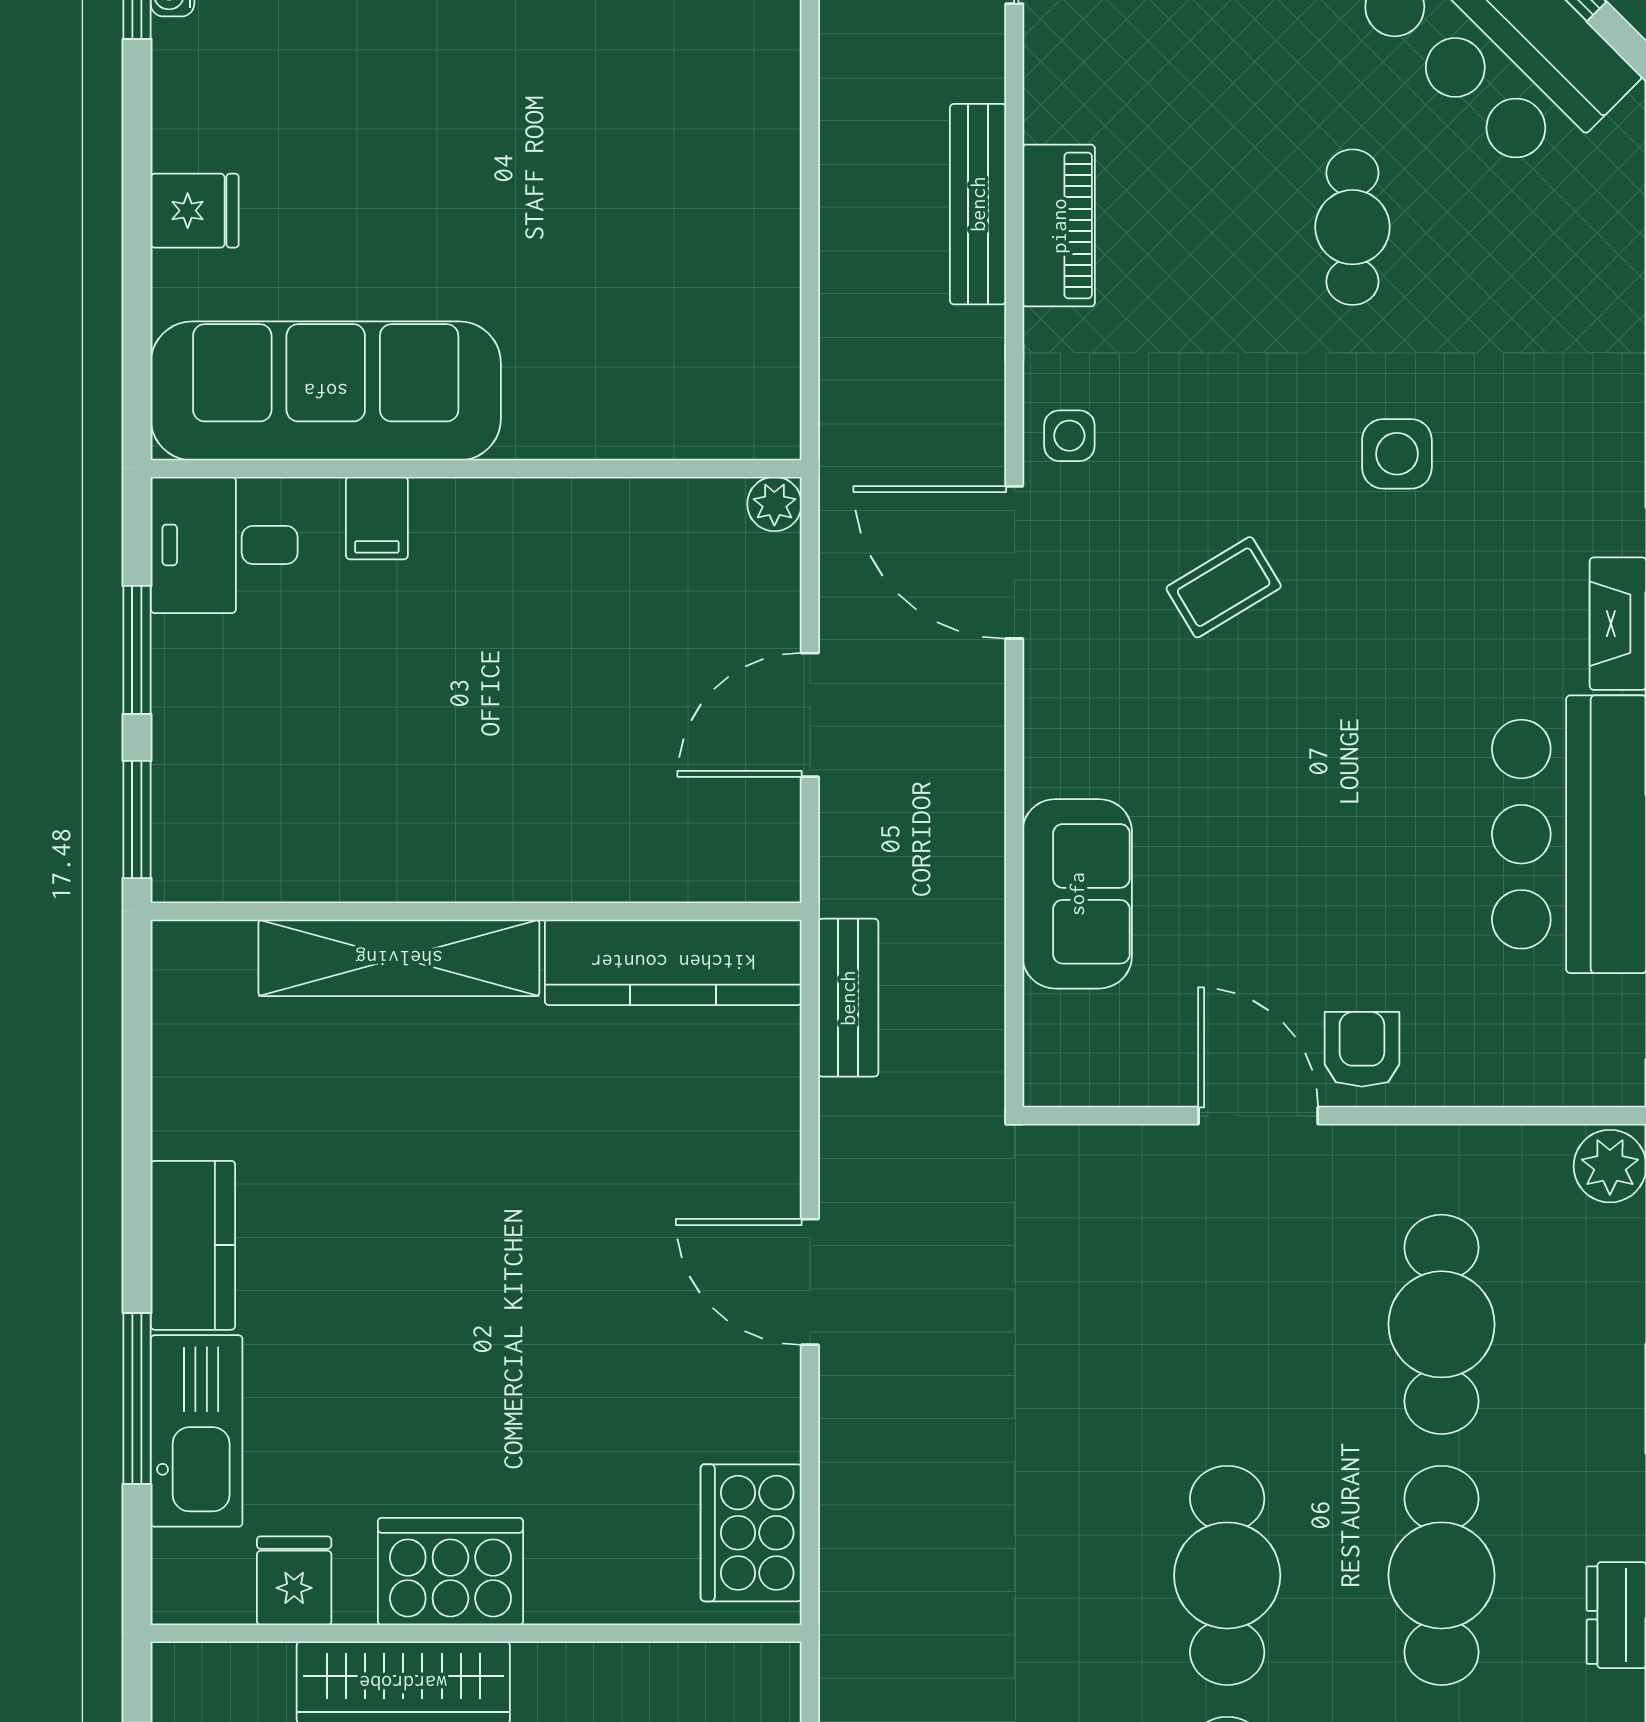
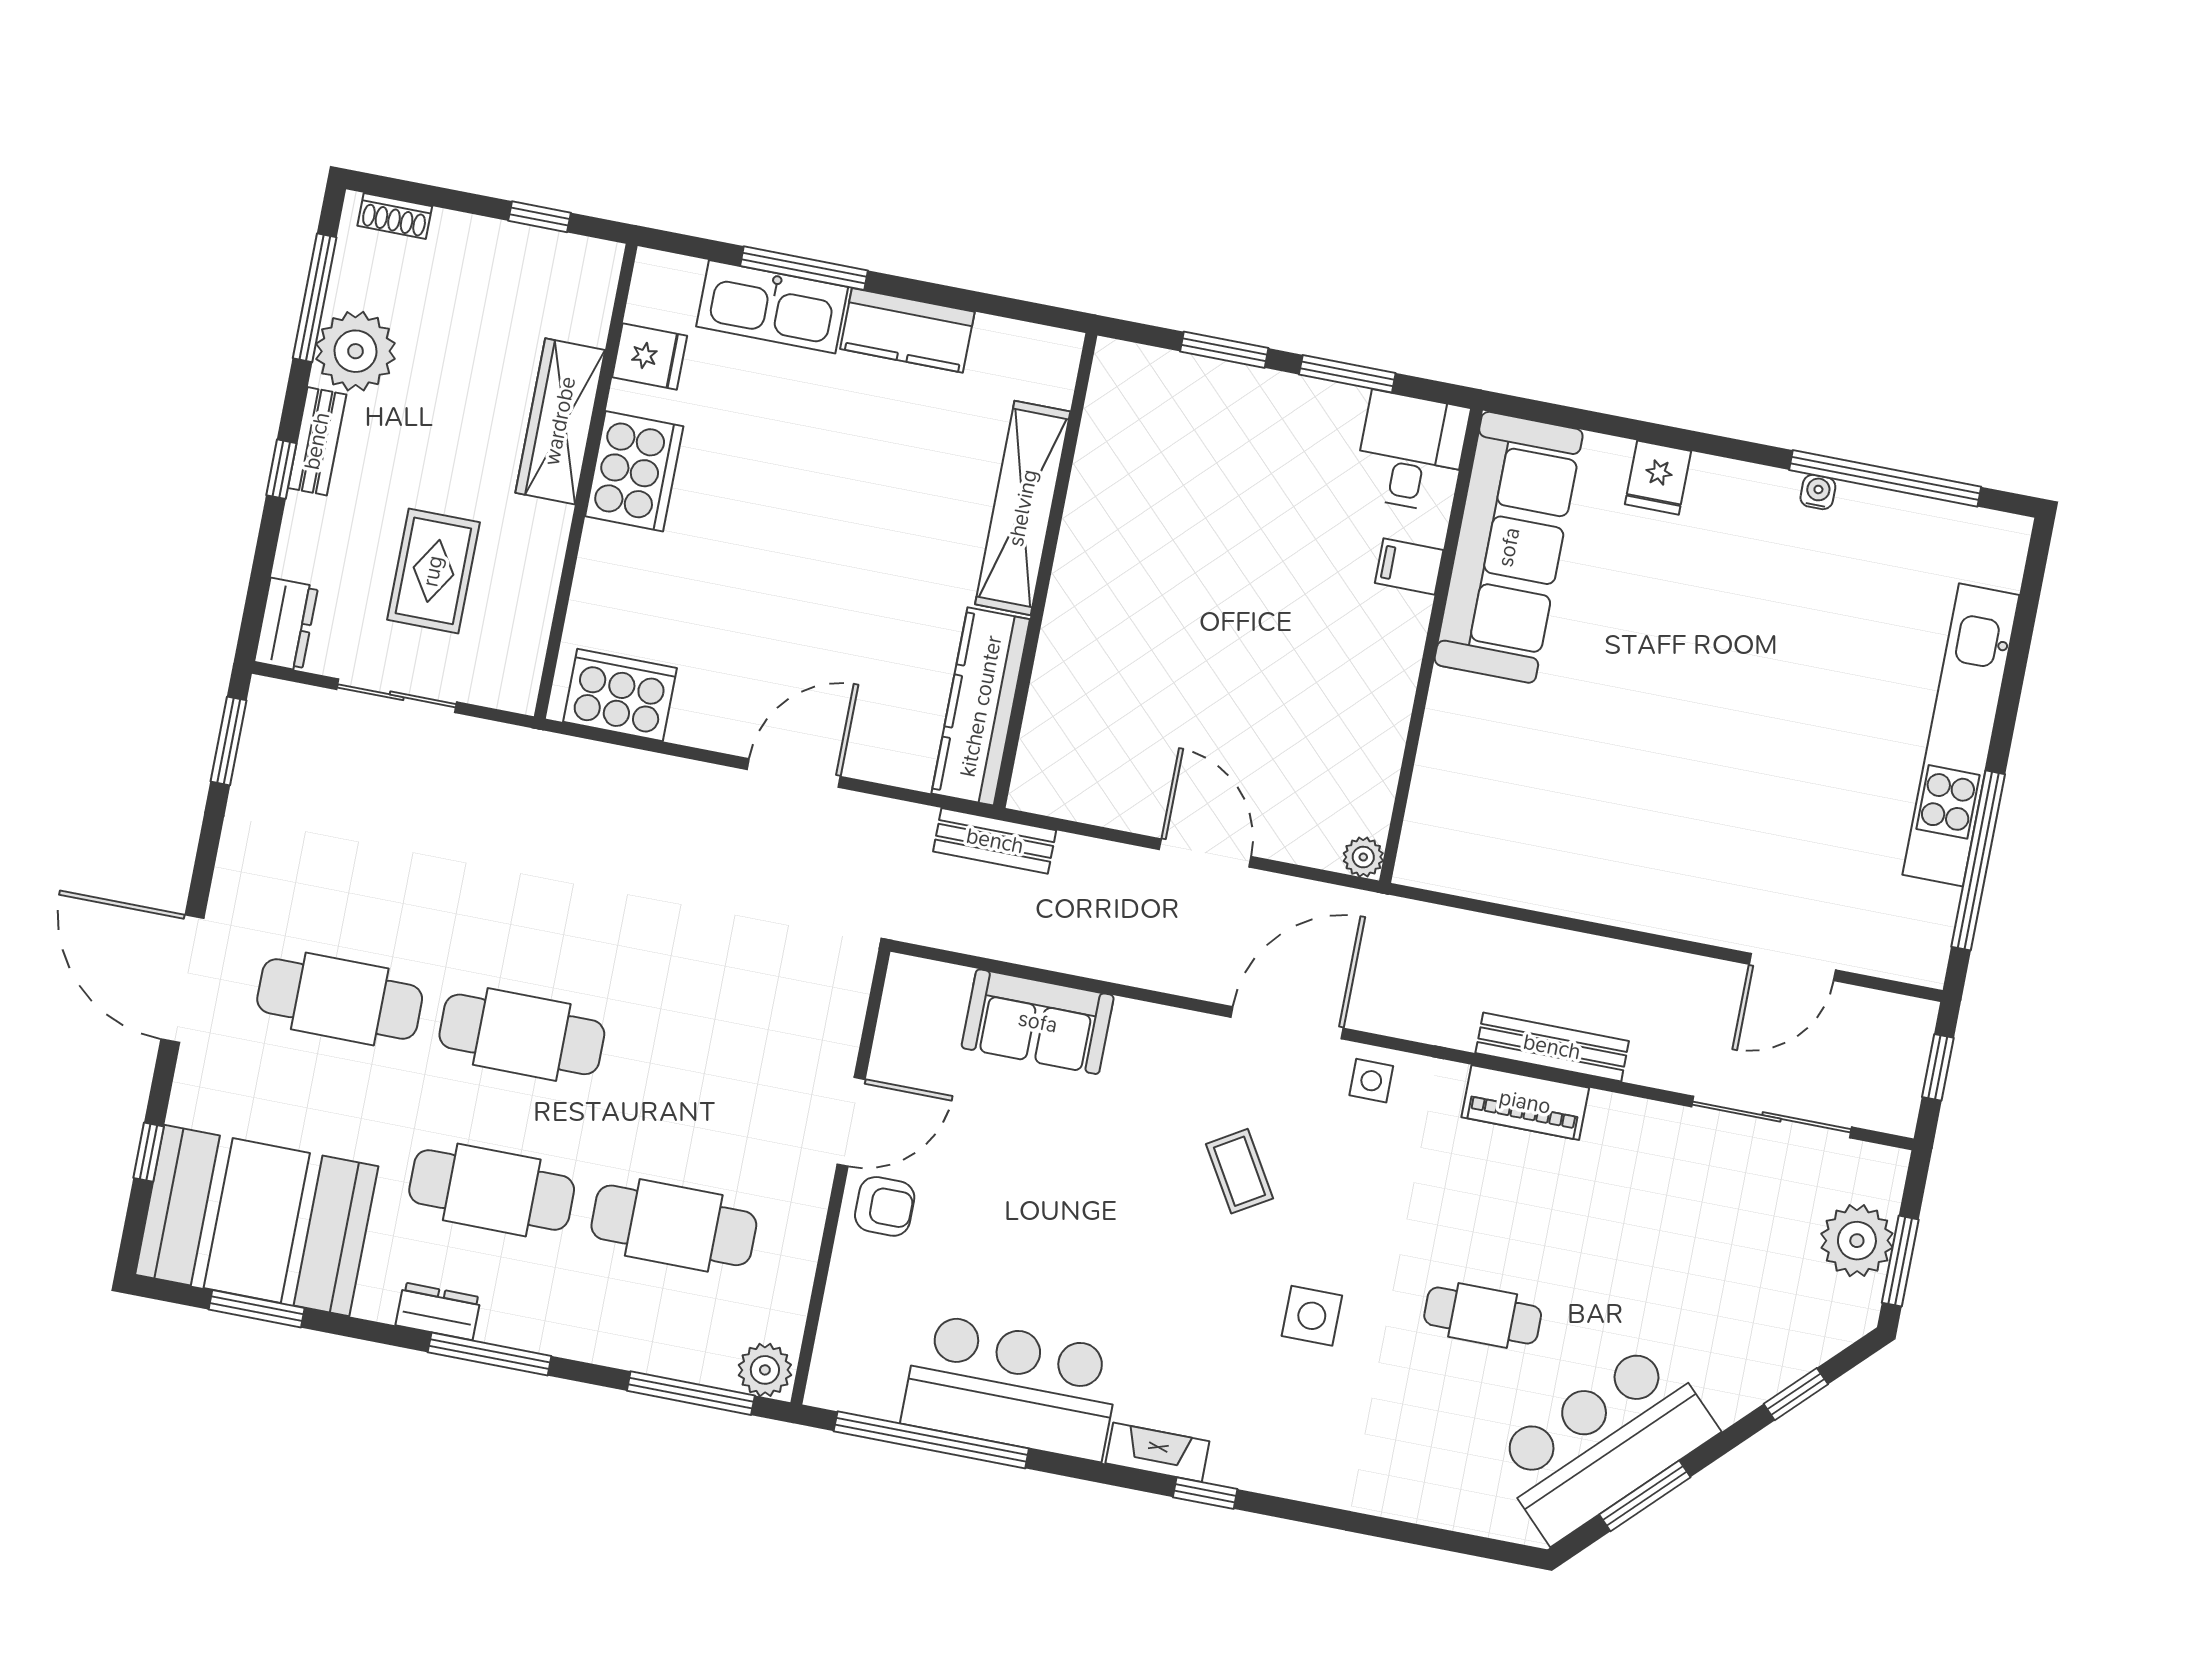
wall: (476, 911) -> (1045, 571), moved
shelving: (399, 958) -> (1023, 508), moved
kitchen counter: (673, 962) -> (981, 706), moved

